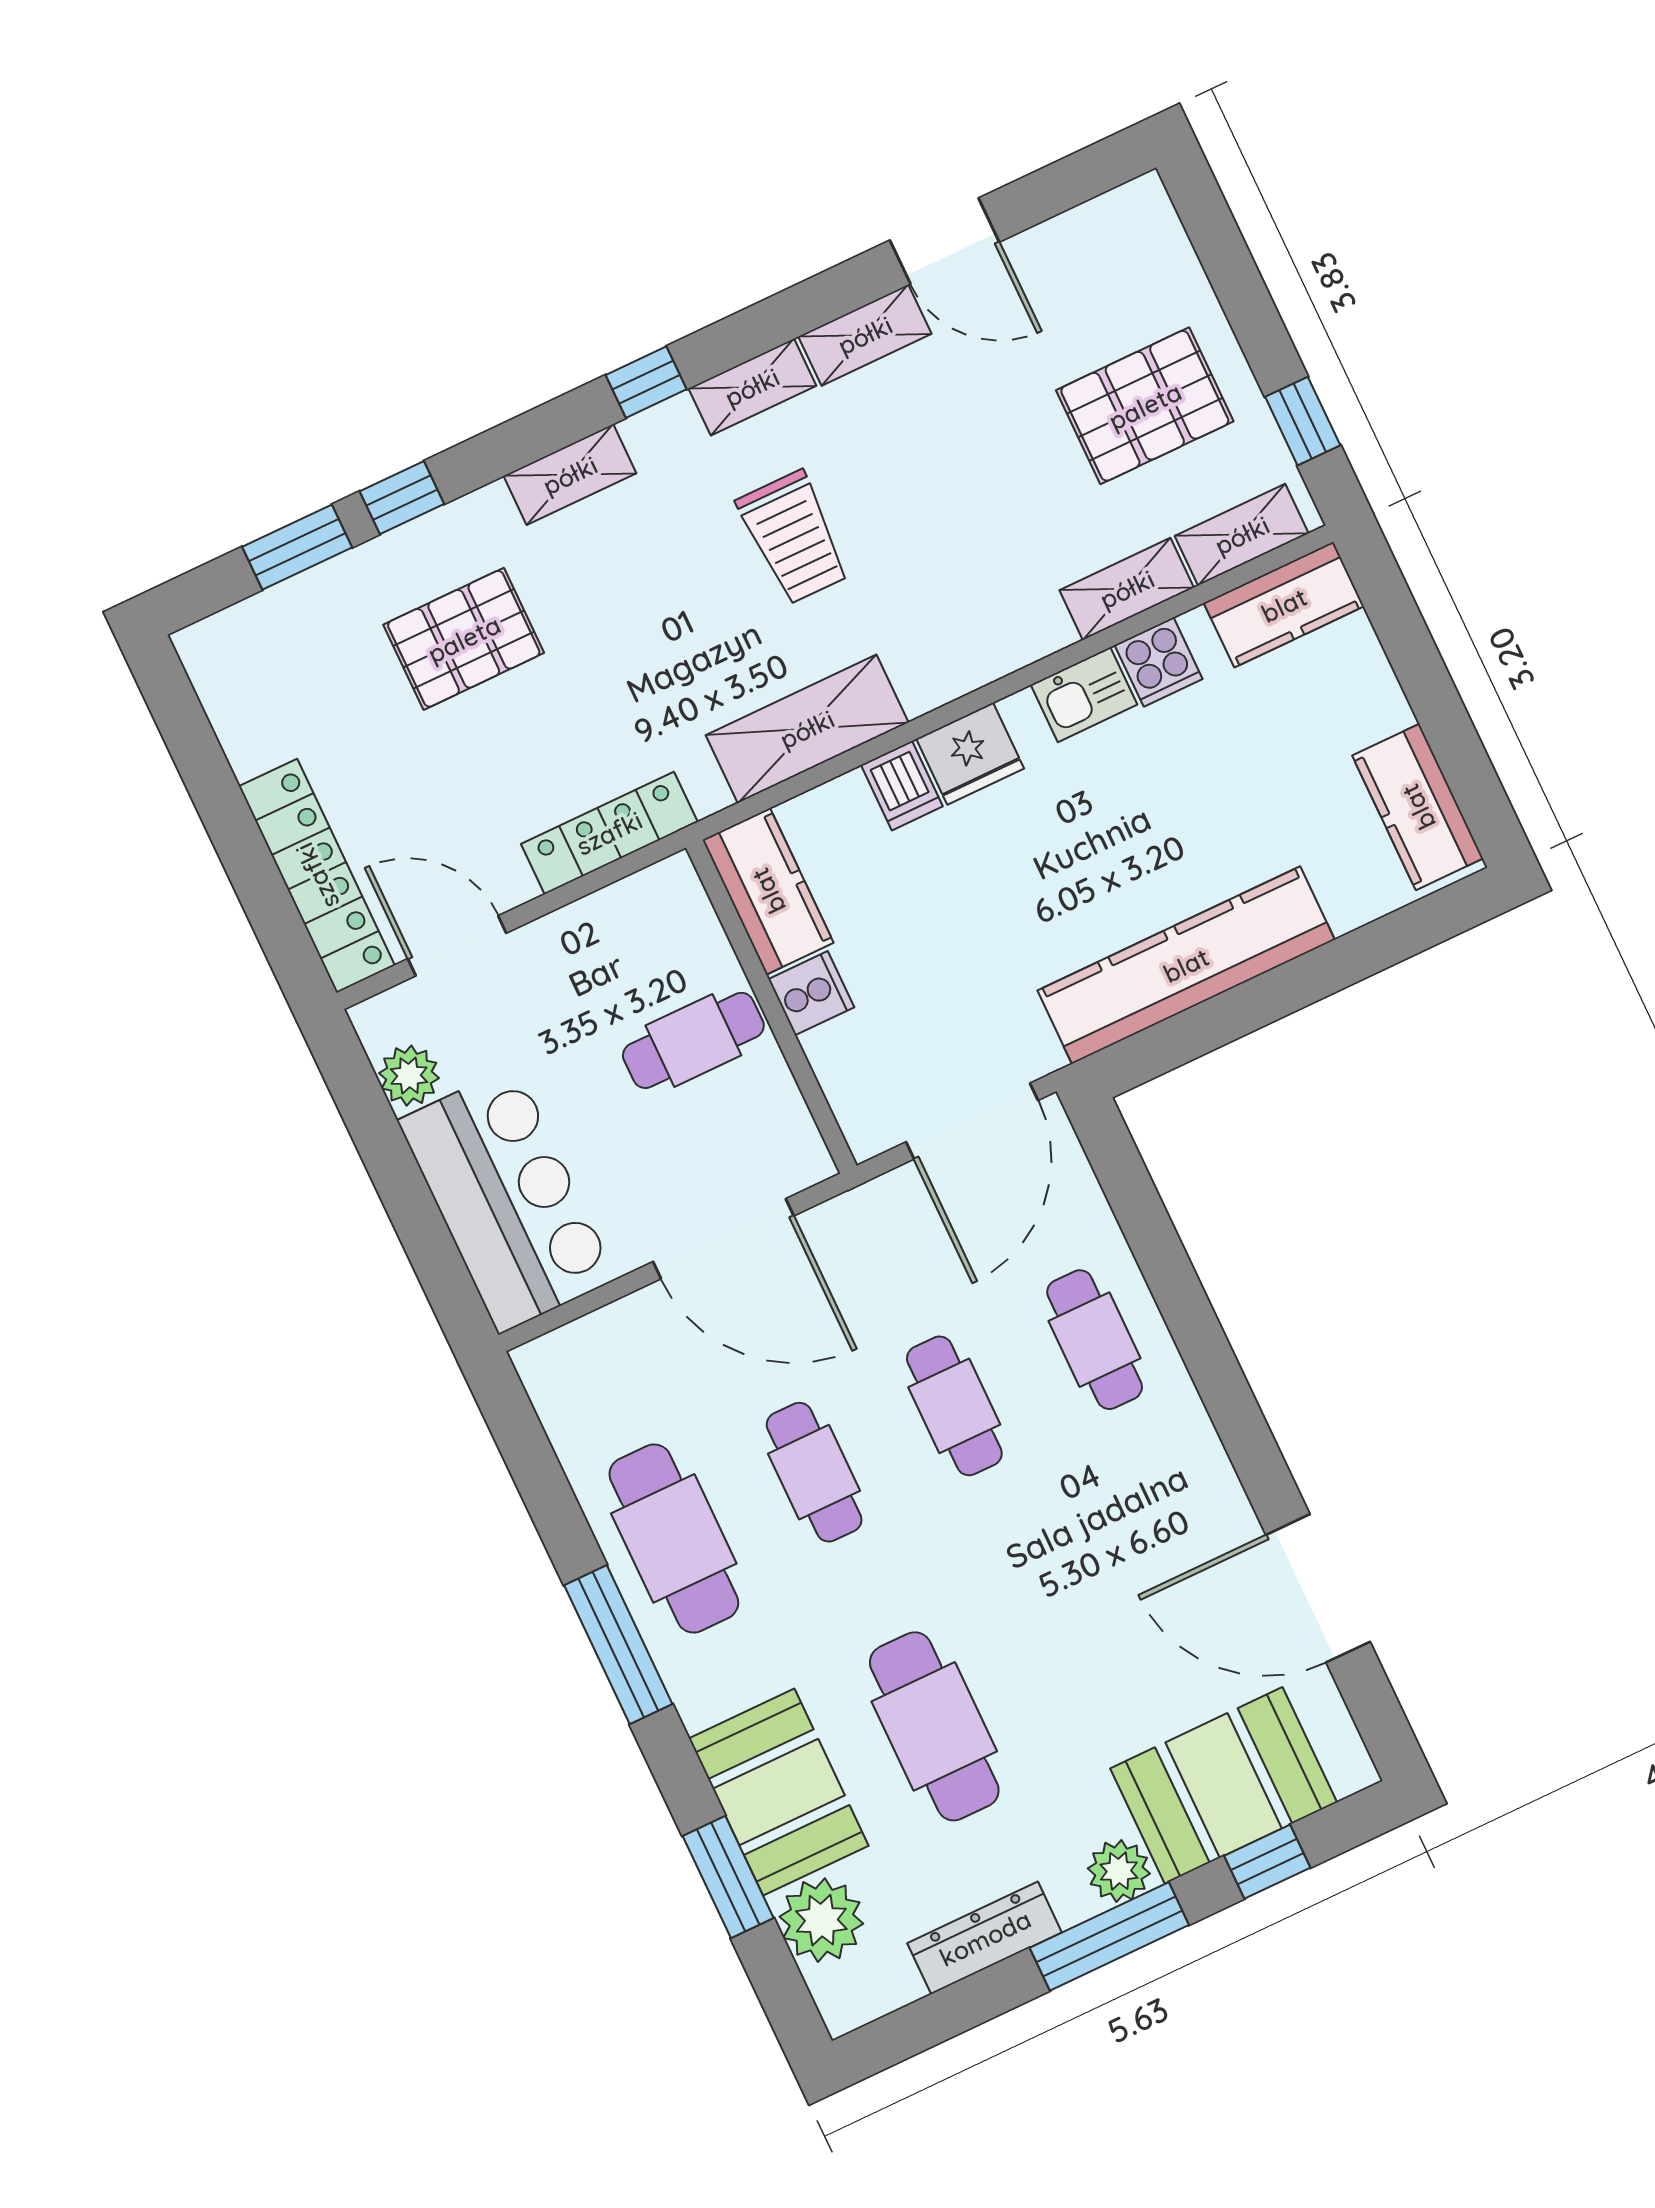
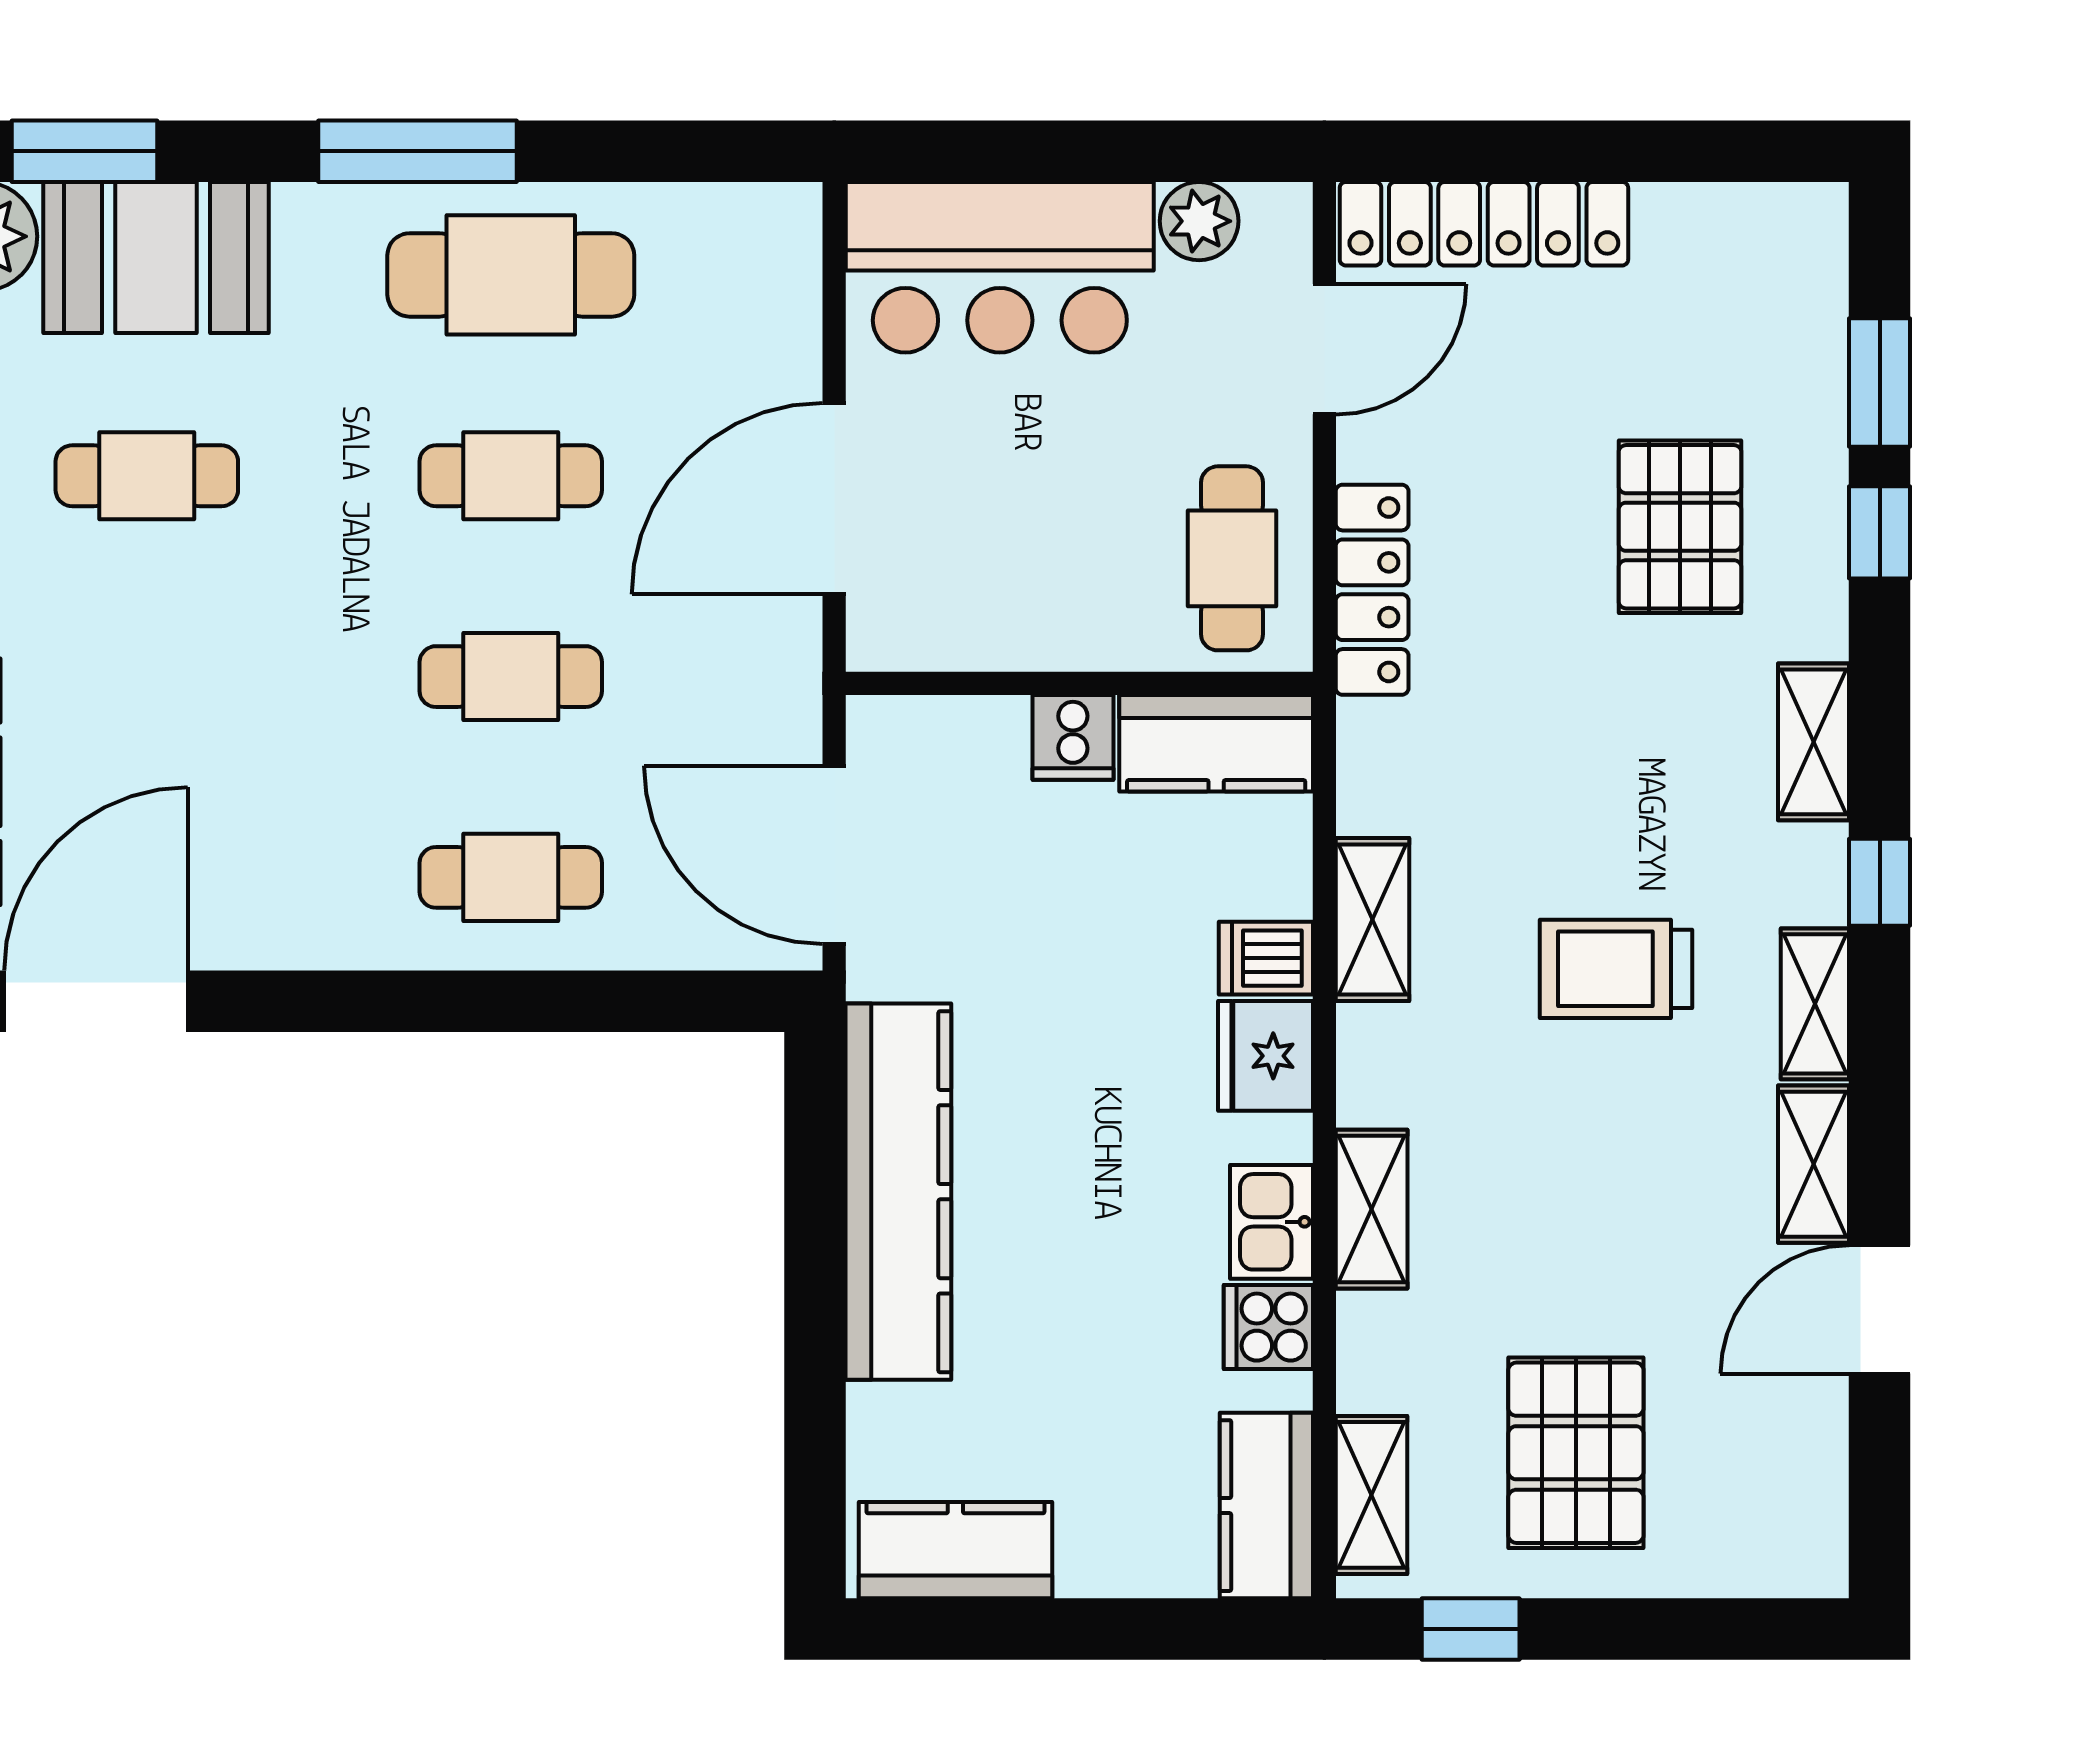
shelving: (1127, 589) -> (1372, 1209), moved
shelving: (807, 729) -> (1372, 920), width x0.67, depth x0.75
cafe table: (693, 1040) -> (1232, 558), moved
cafe table: (934, 1726) -> (147, 476), width x0.73, depth x0.74

